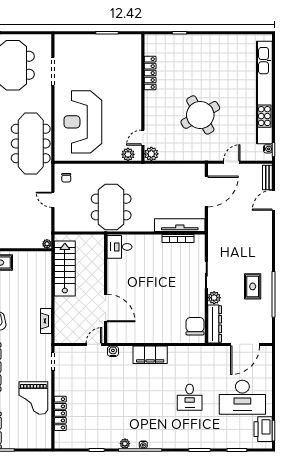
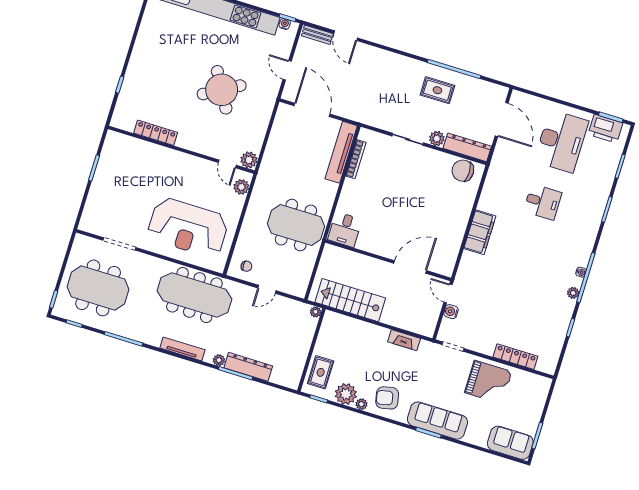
water cooler: (113, 351) -> (451, 312), moved

